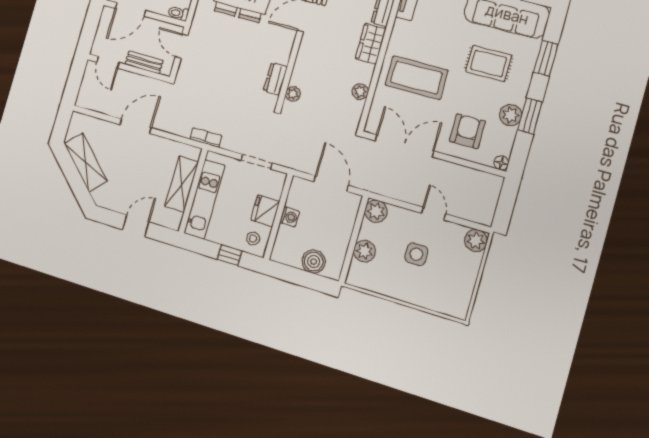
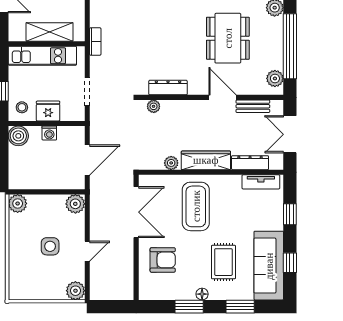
wardrobe: (371, 44) -> (206, 160), width x1.50
dresser: (275, 79) -> (168, 88), width x1.44
plant: (511, 115) -> (186, 291), removed
floor lamp: (501, 163) -> (202, 294), moved
plant: (365, 251) -> (18, 203), moved
boiler: (314, 262) -> (18, 136), moved

